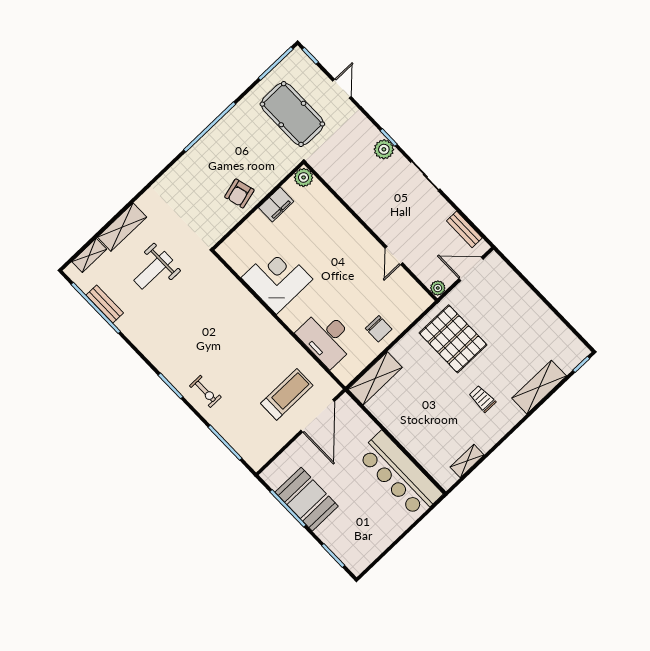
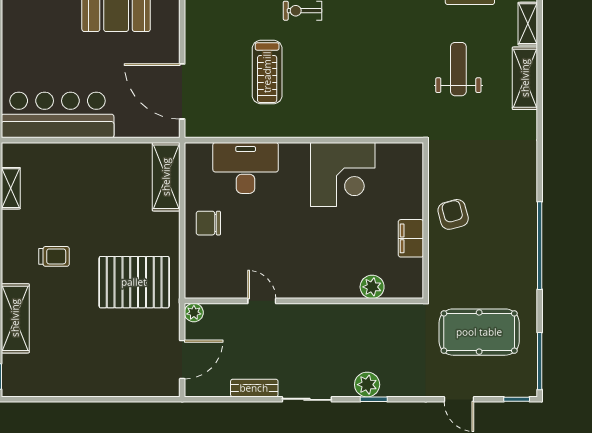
plant: (304, 177) -> (372, 287), moved
bench: (464, 229) -> (254, 388), moved
treadmill: (287, 394) -> (267, 72), moved

